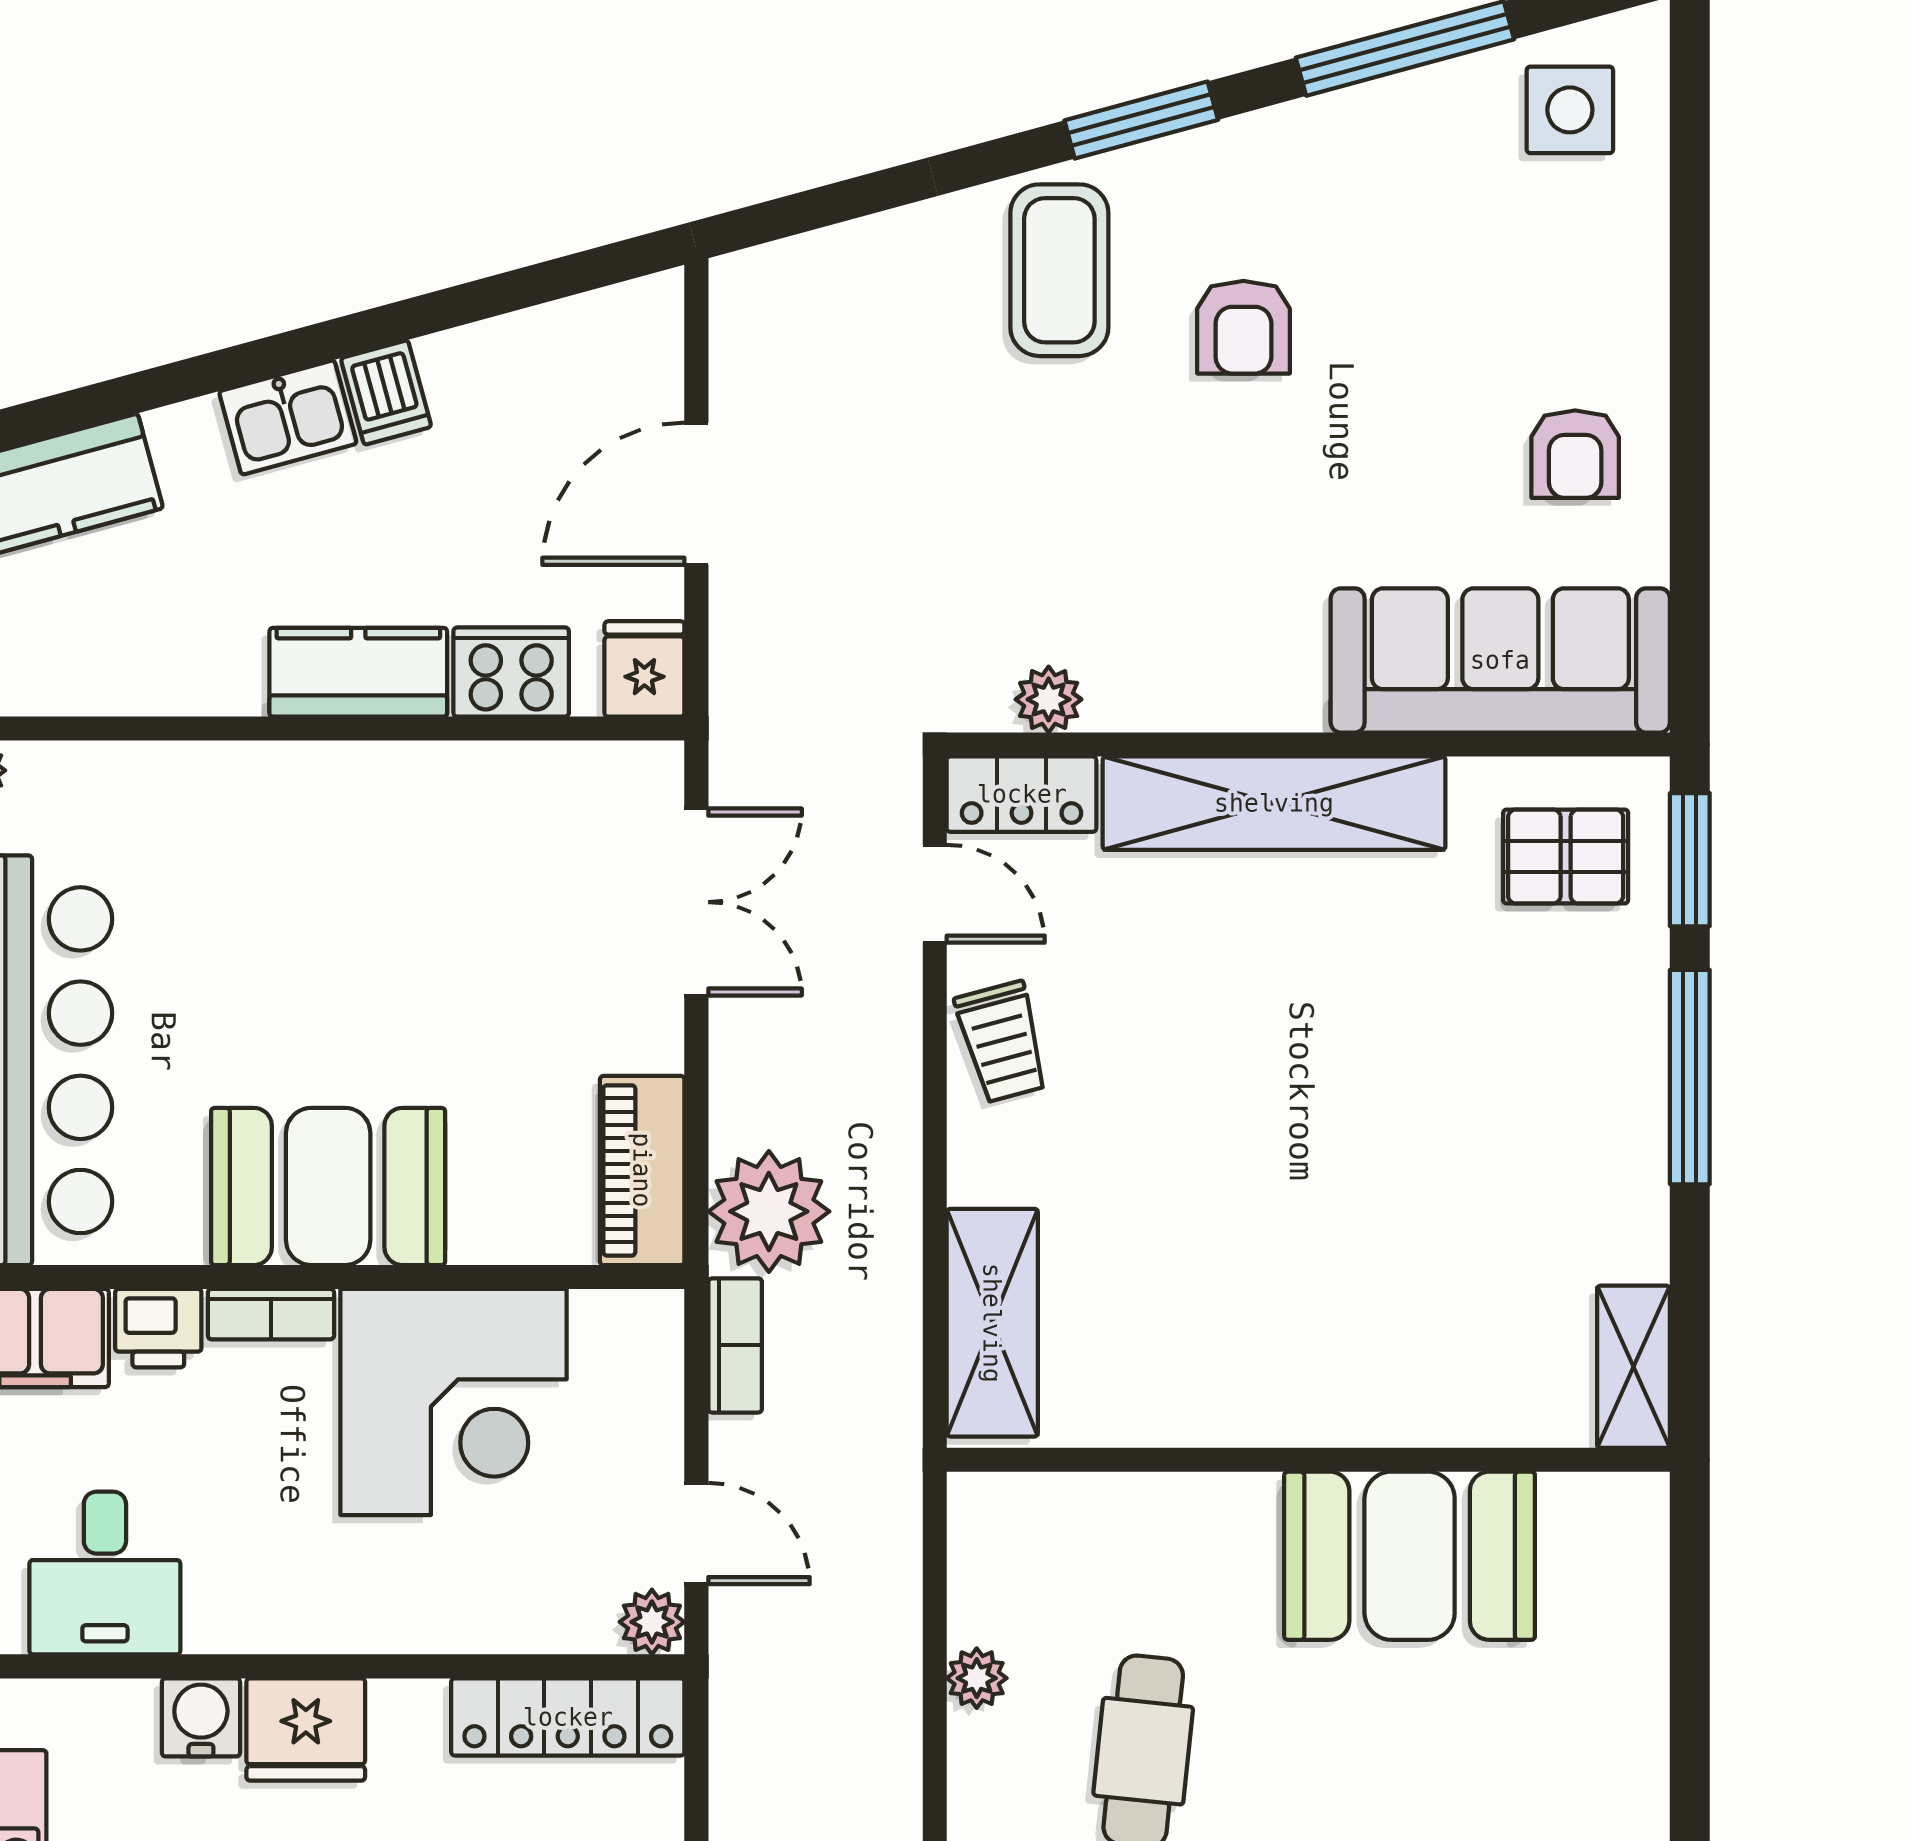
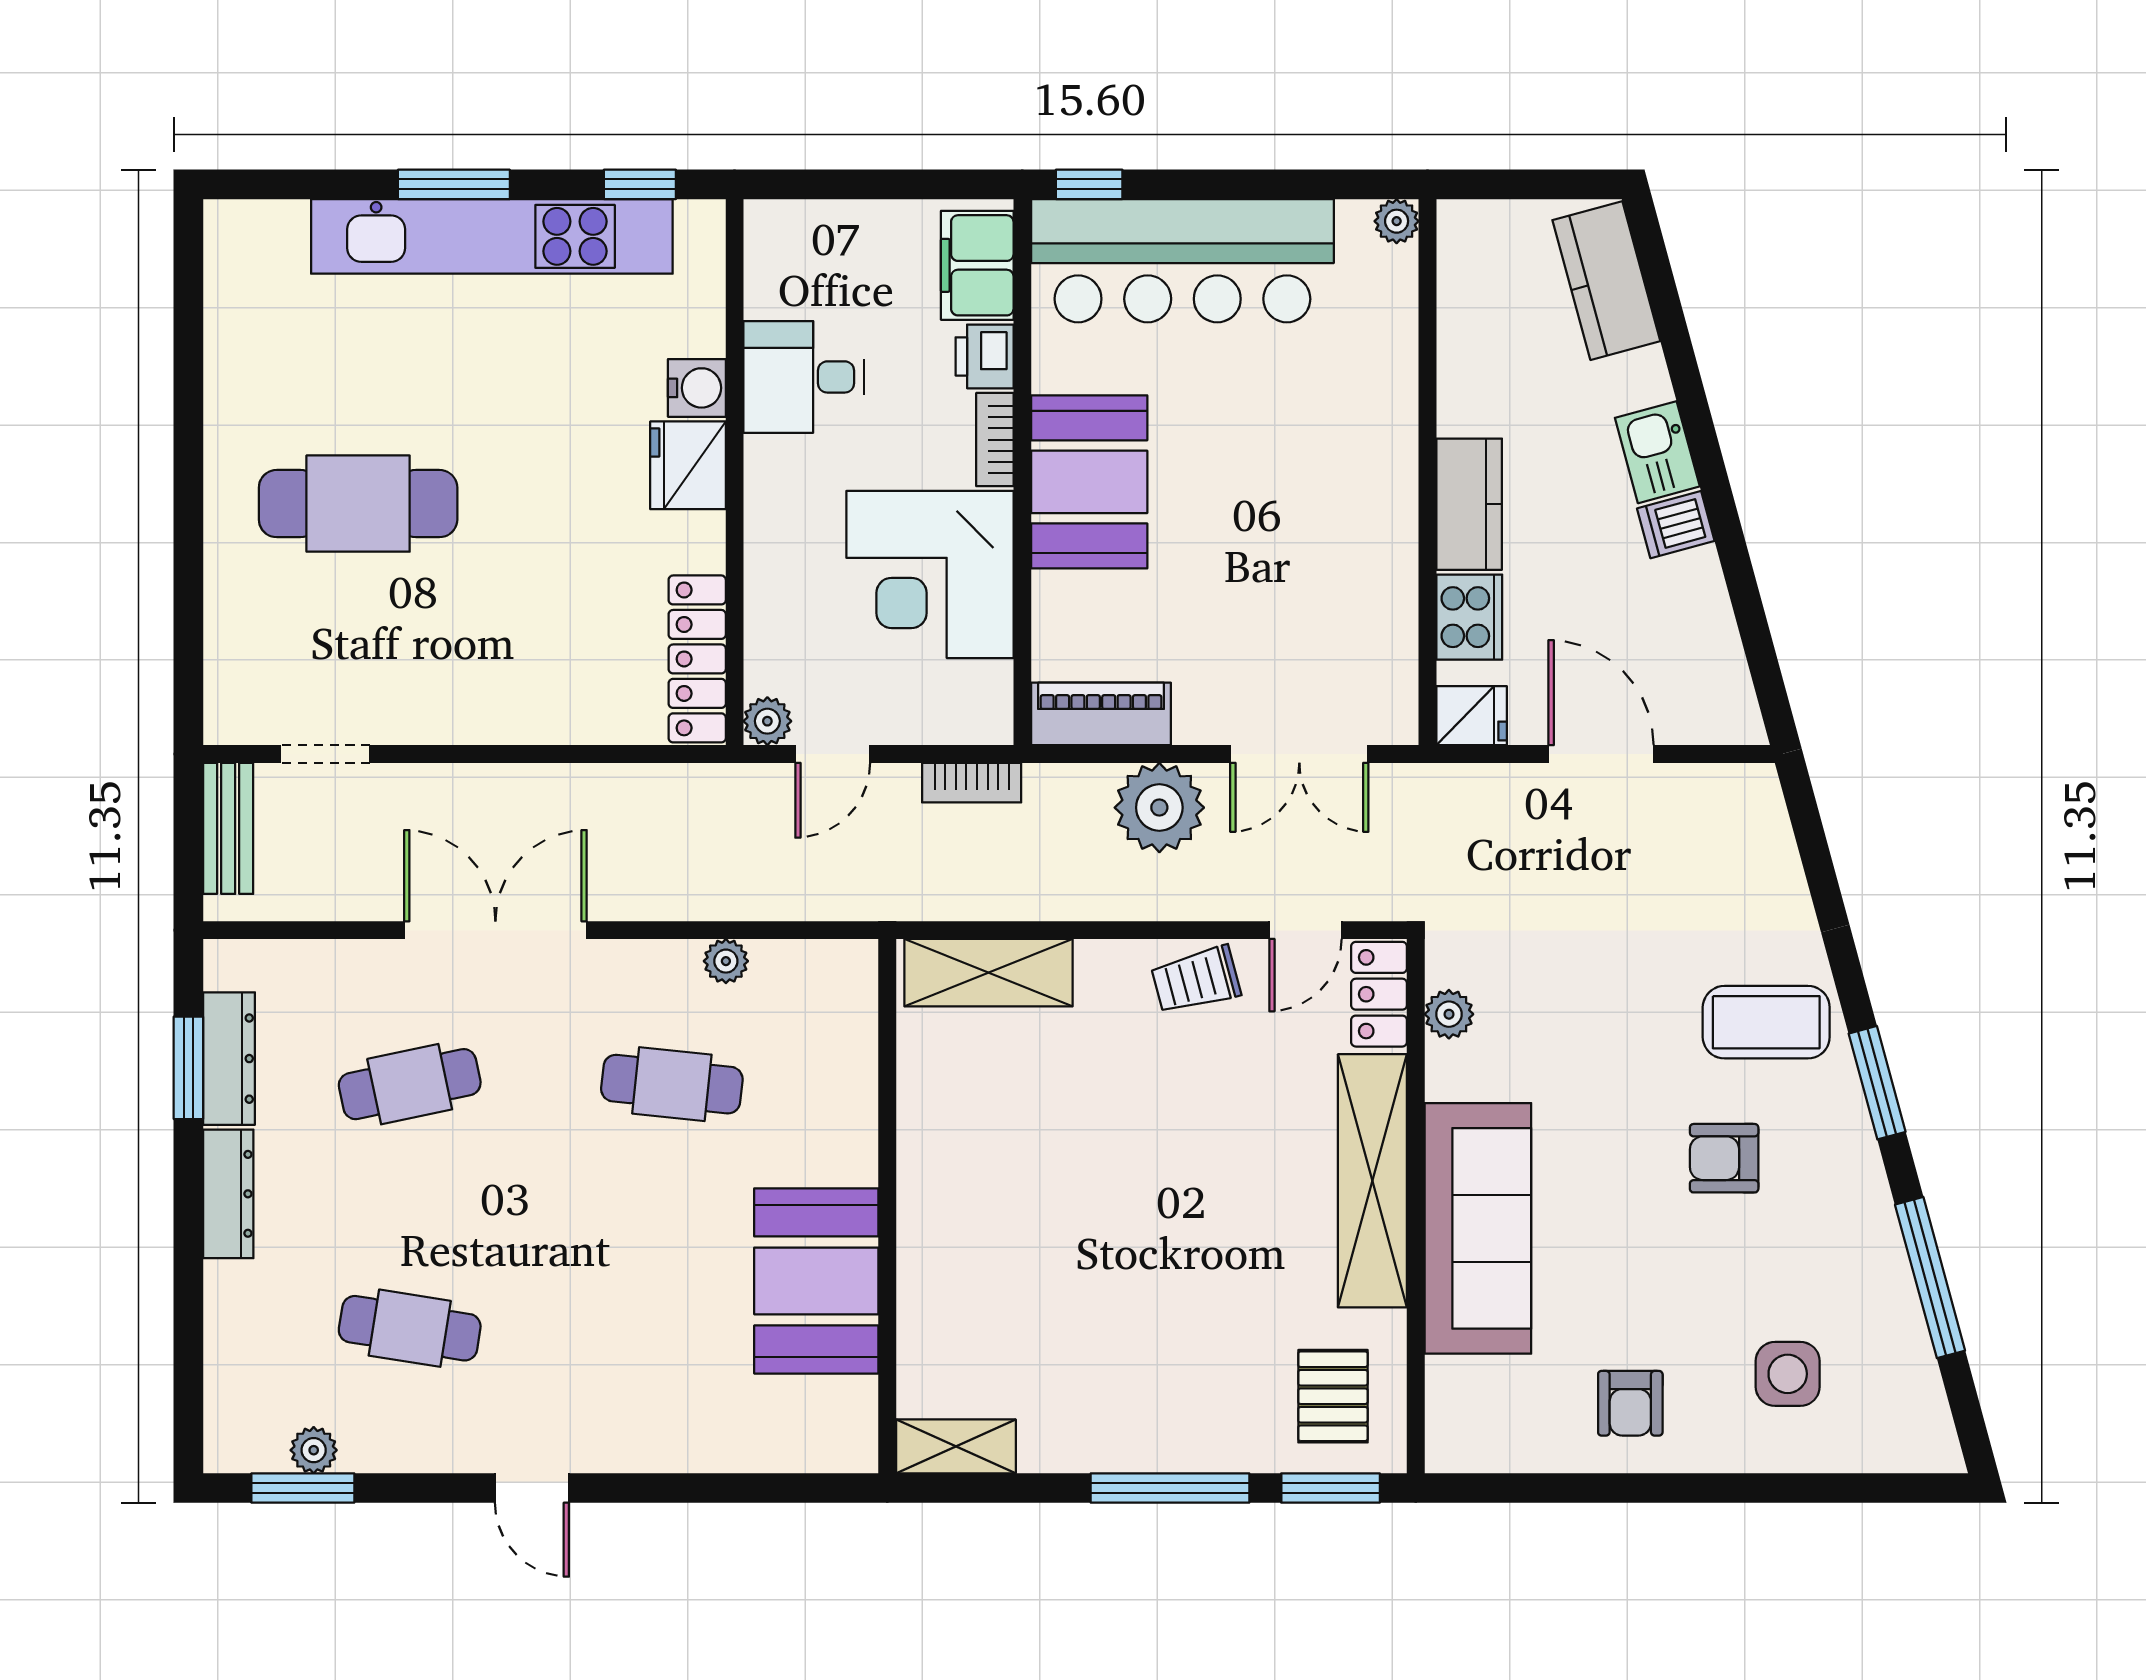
side table: (1570, 110) -> (1788, 1374), moved
armchair: (1575, 454) -> (1630, 1403), turned -90
sofa: (1500, 660) -> (1478, 1228), moved
plant: (769, 1211) -> (1159, 808), moved
desk: (105, 1573) -> (804, 377), moved

